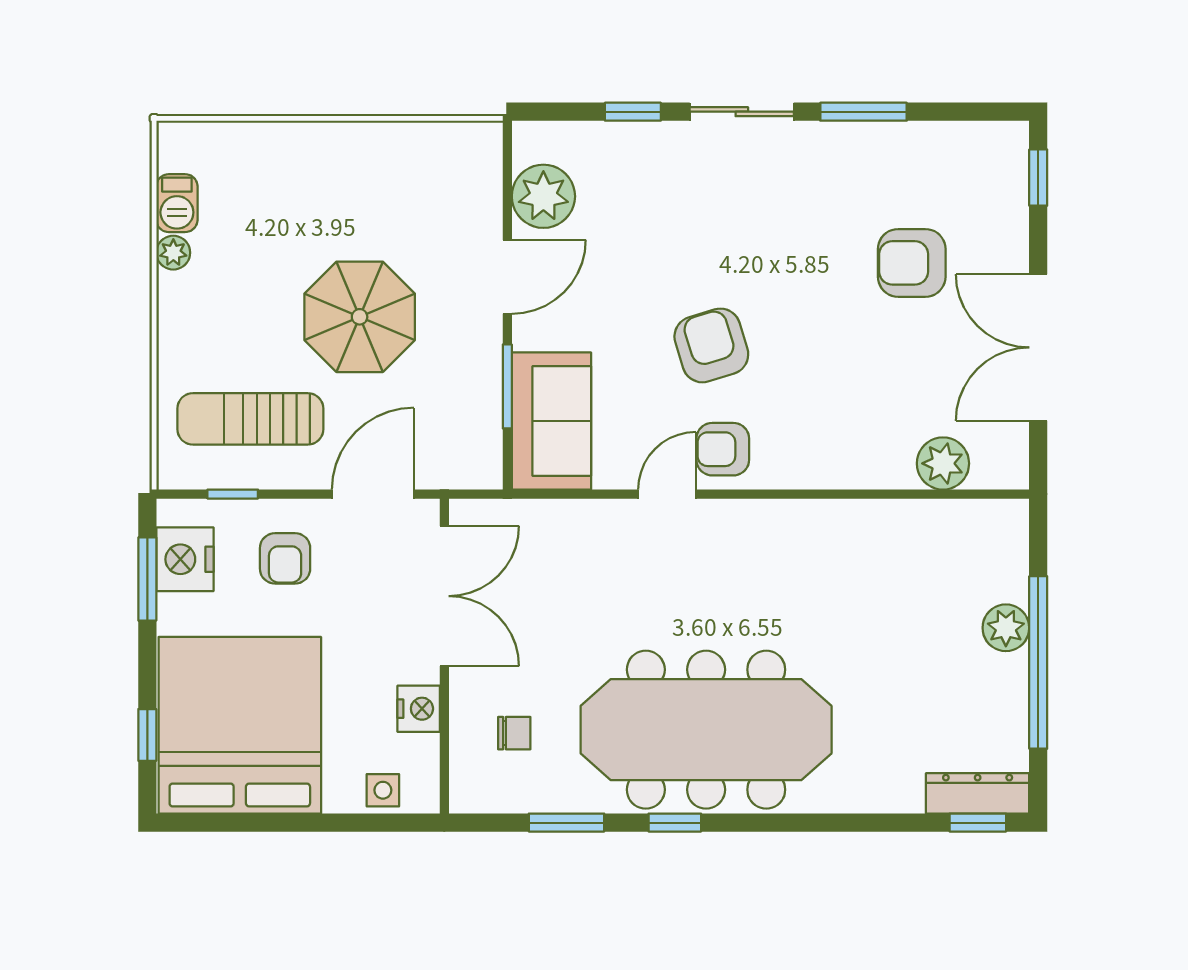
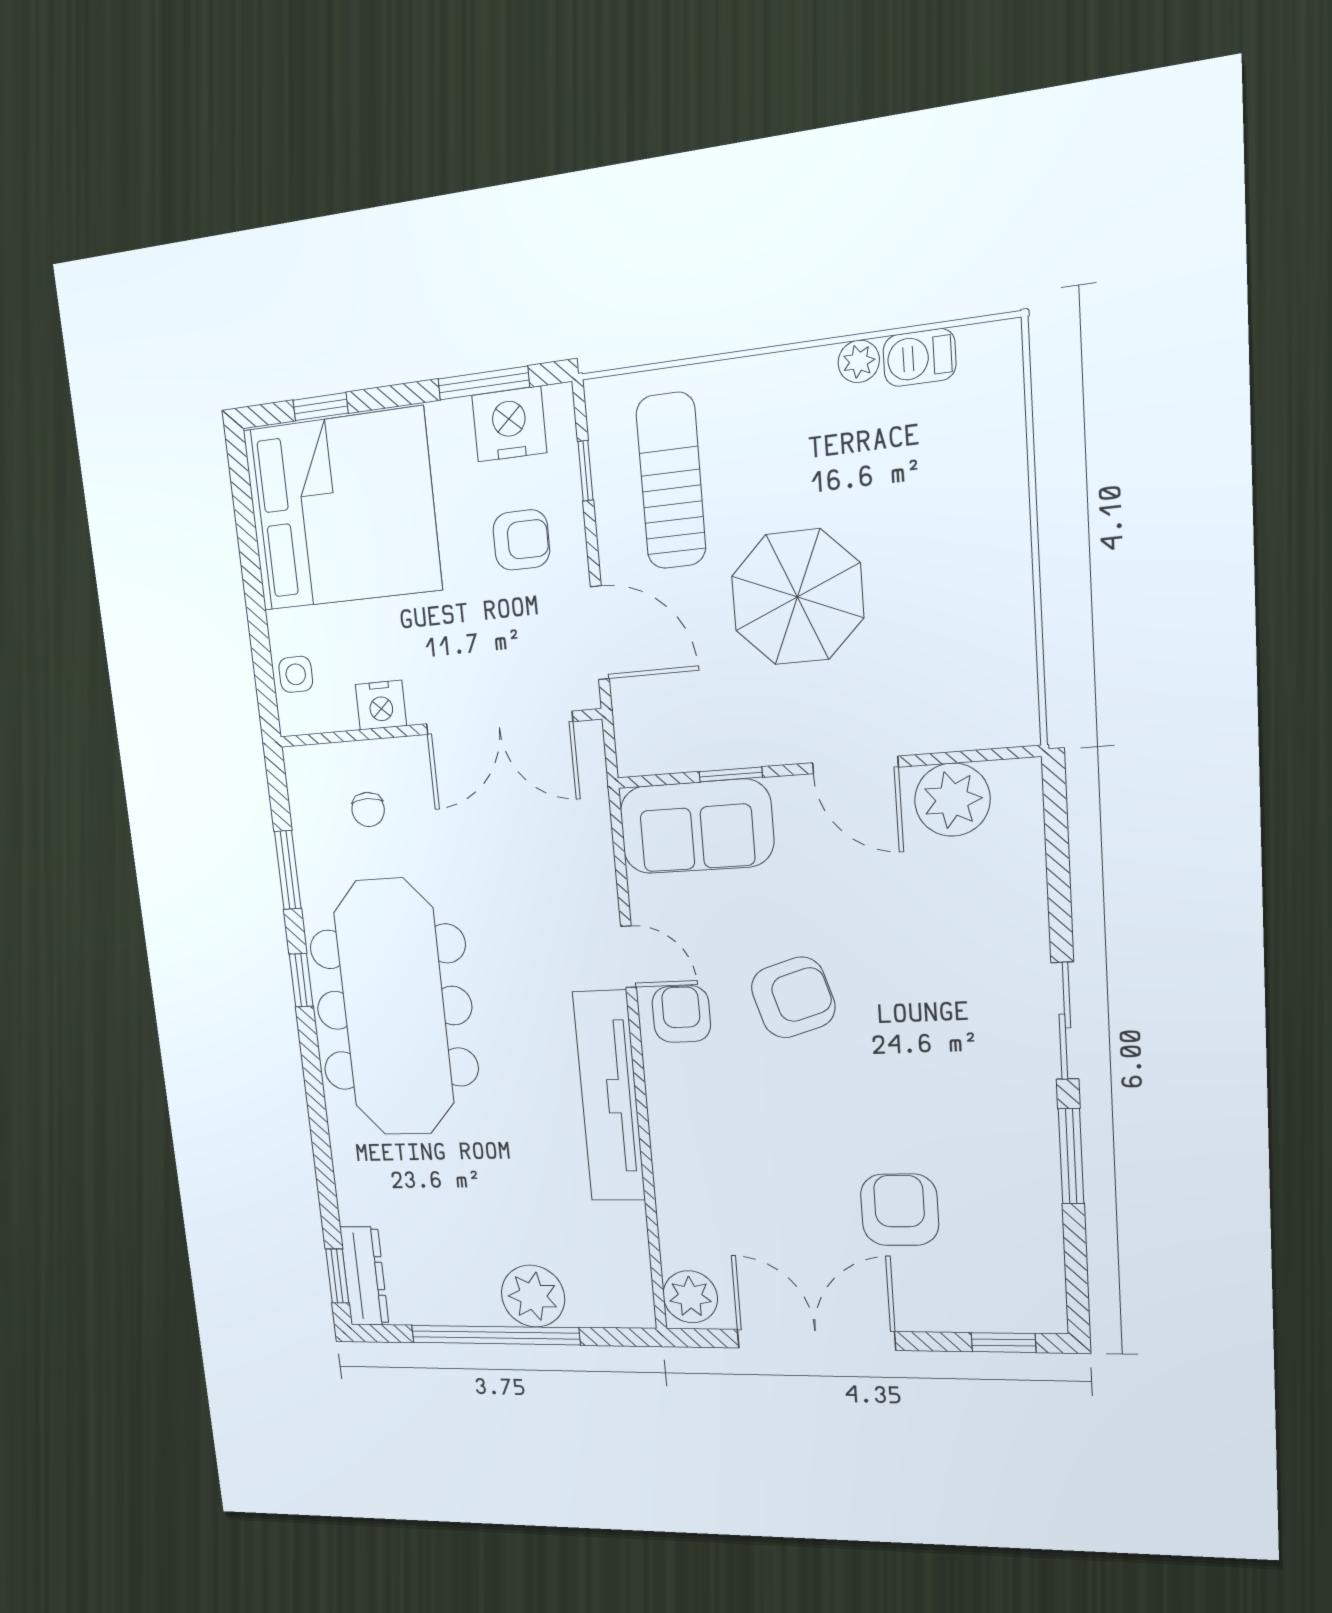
window: (633, 112) -> (1059, 897), removed
window: (507, 386) -> (731, 774), width x0.67
plant: (943, 463) -> (690, 1297), moved
tv unit: (799, 525) -> (609, 1096), added
armchair: (285, 558) -> (521, 540), turned 180
plant: (1006, 628) -> (533, 1296), width x1.36, depth x1.36

